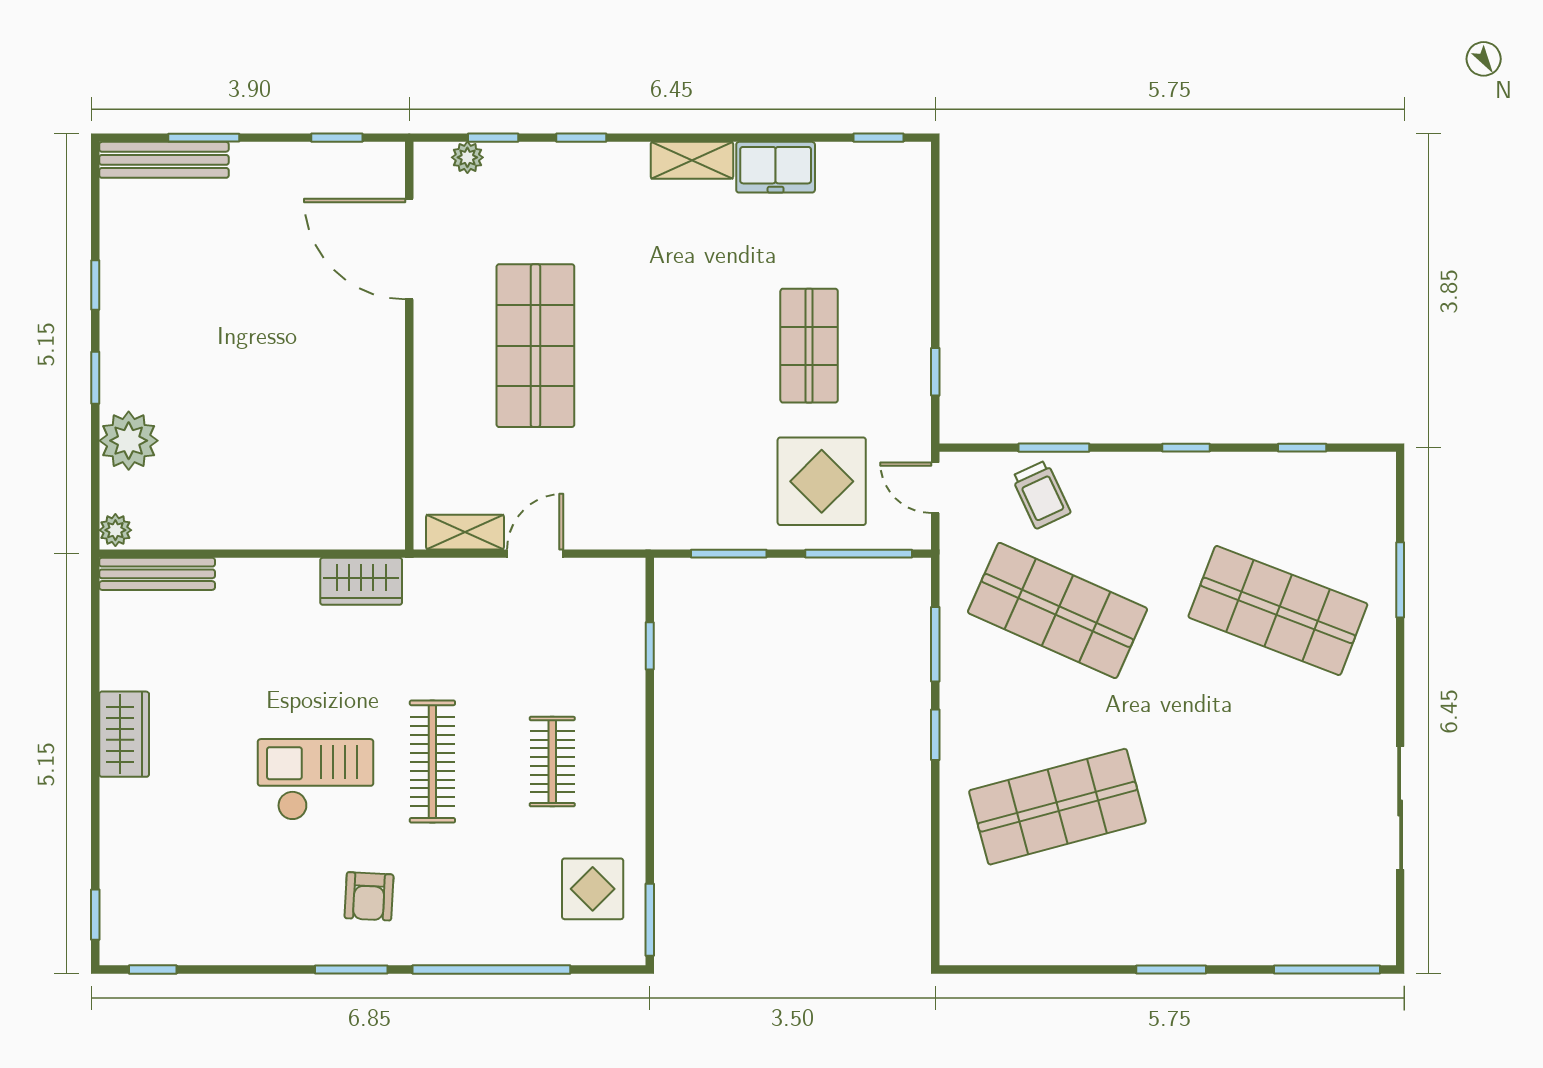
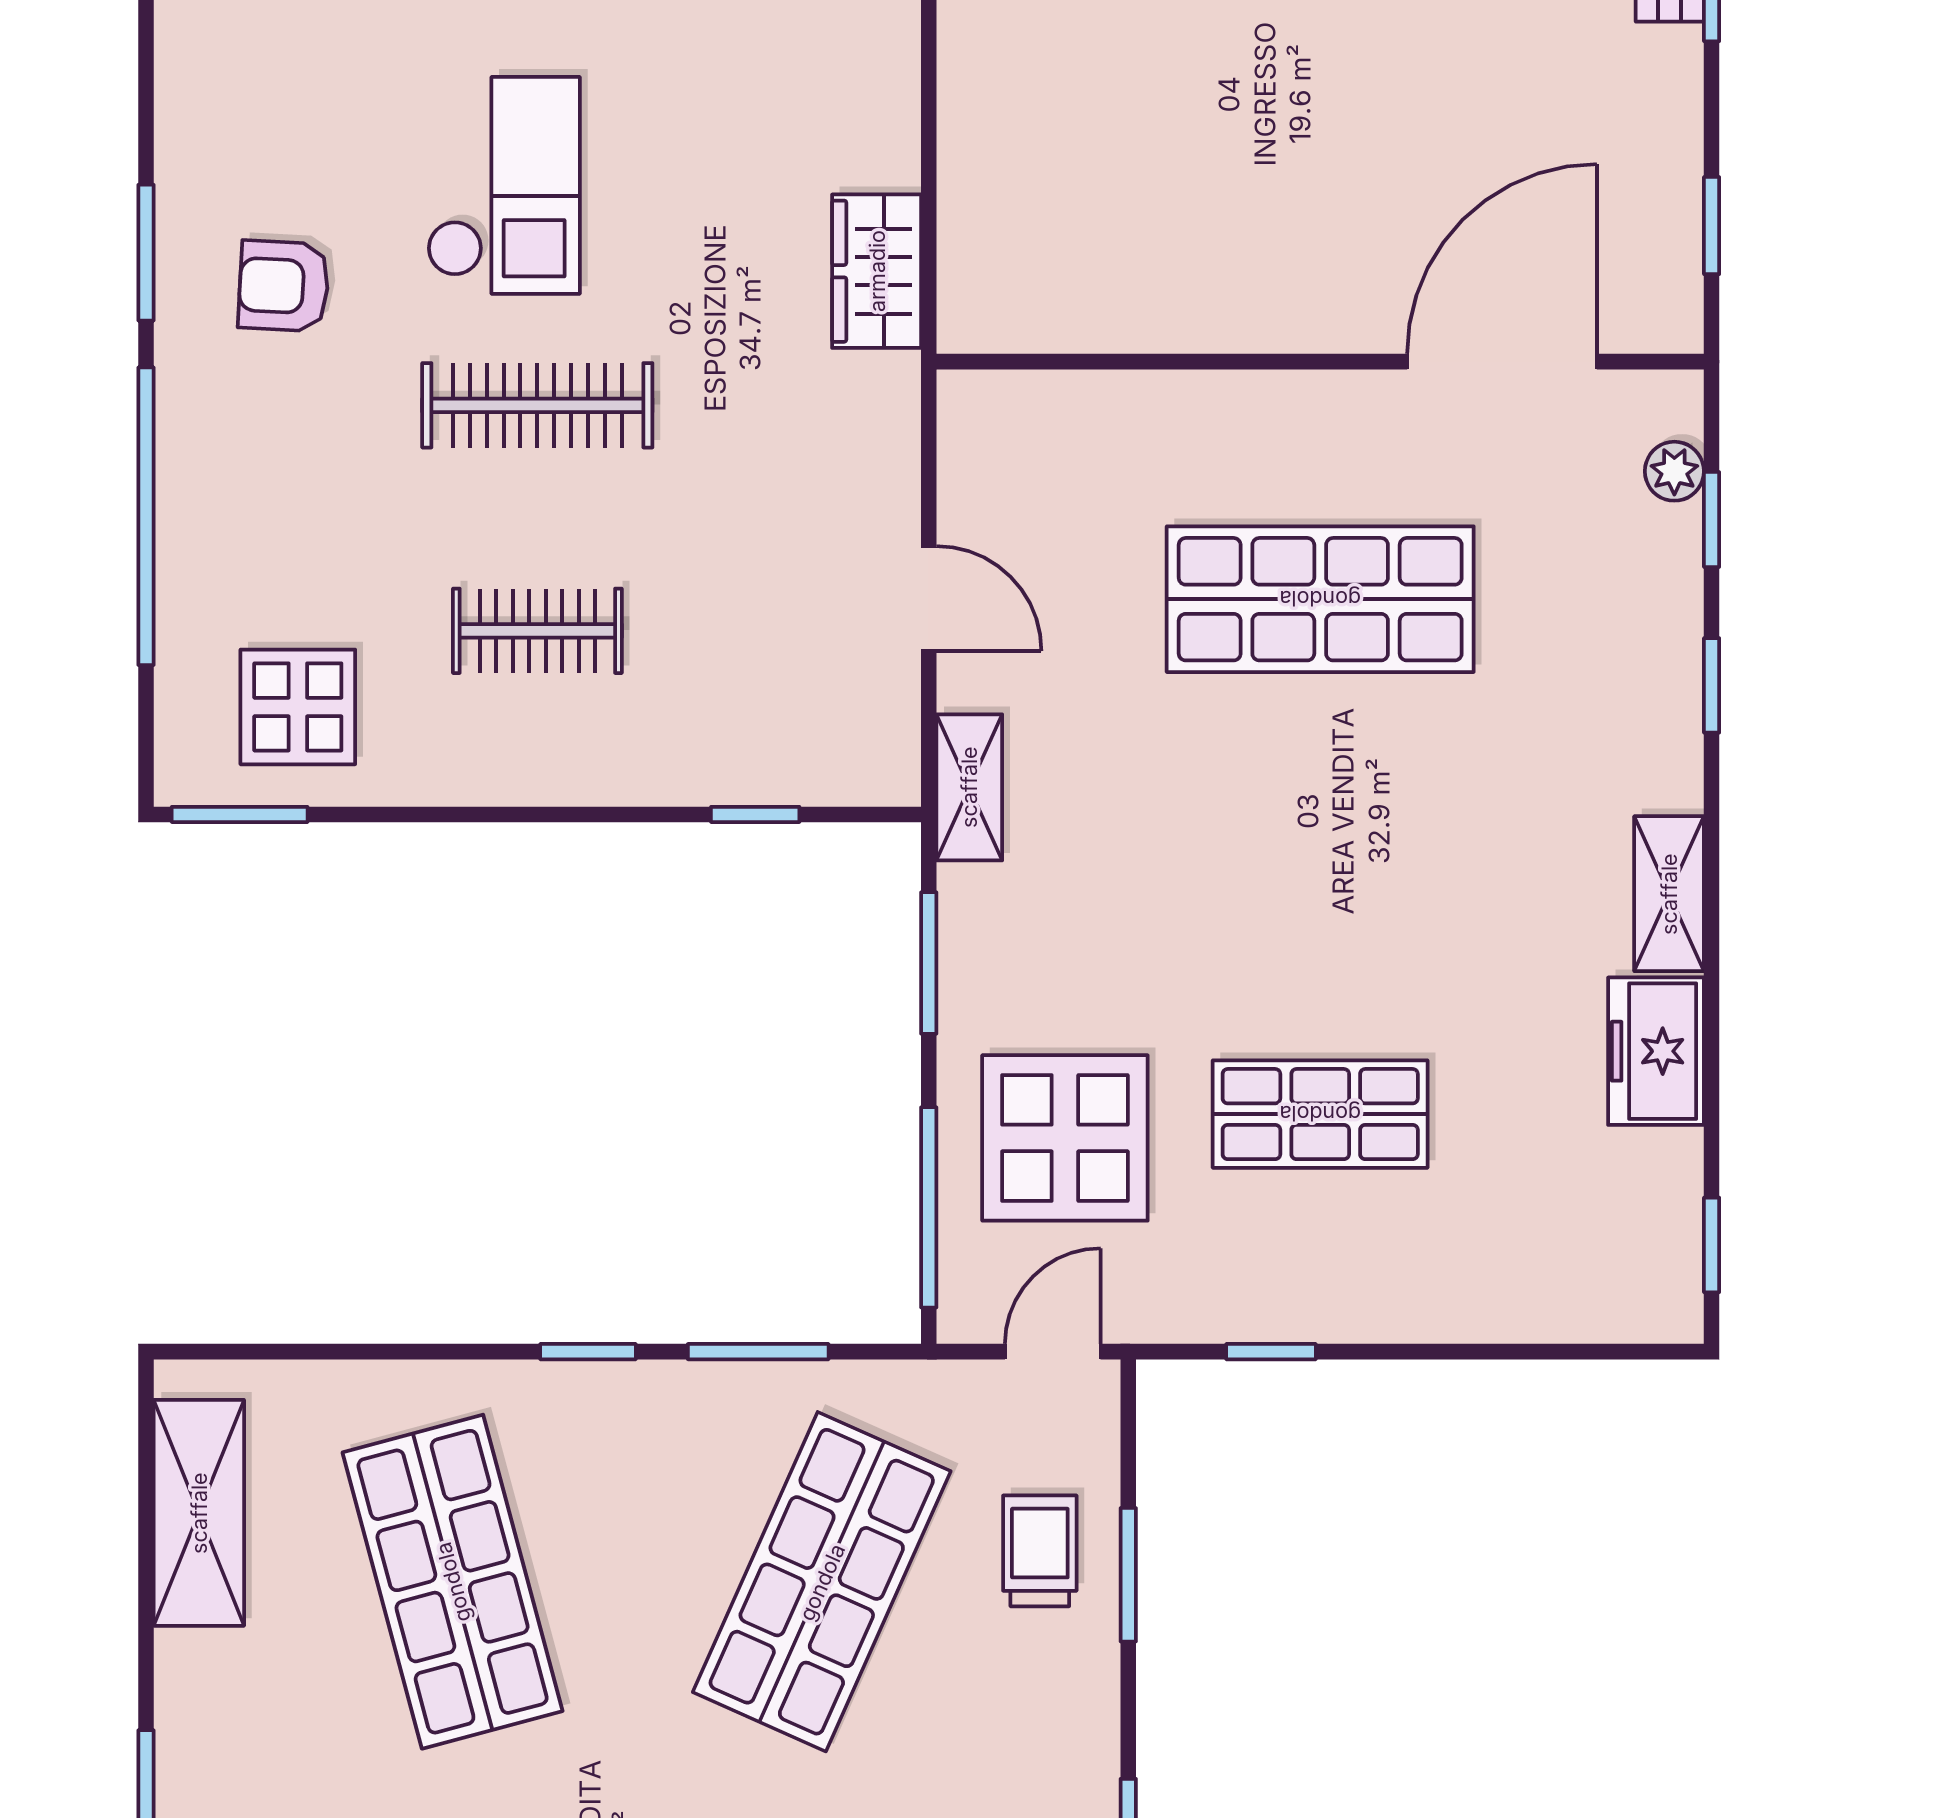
trolley: (1041, 495) -> (1040, 1551), turned 115
shelving: (465, 532) -> (969, 787), moved
shelving: (1021, 941) -> (199, 1513), added

